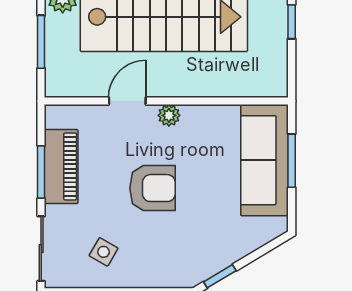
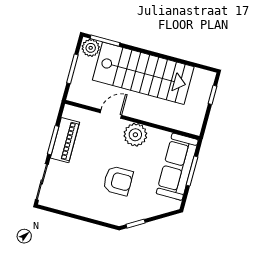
plant: (169, 115) -> (135, 135), width x1.87, depth x1.87
armchair: (152, 188) -> (118, 181), moved
side table: (104, 252) -> (76, 193), removed

